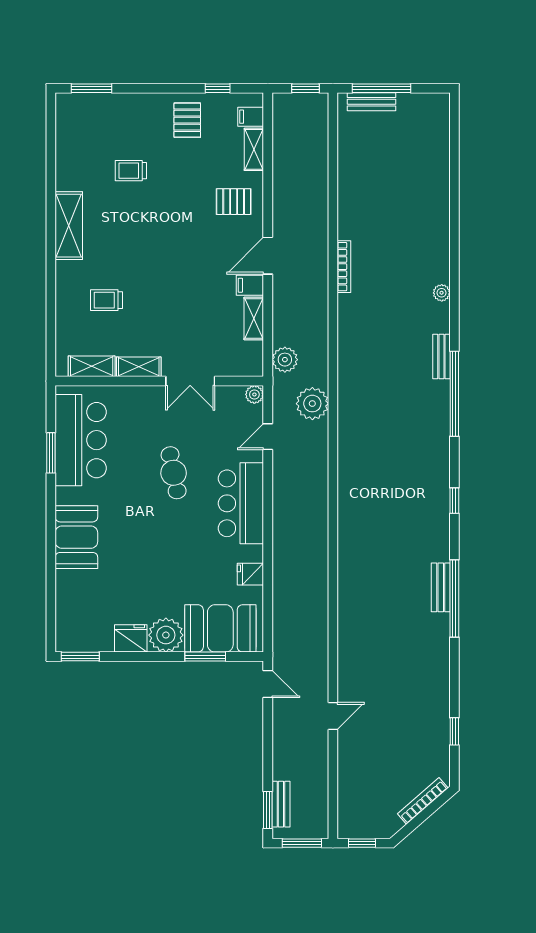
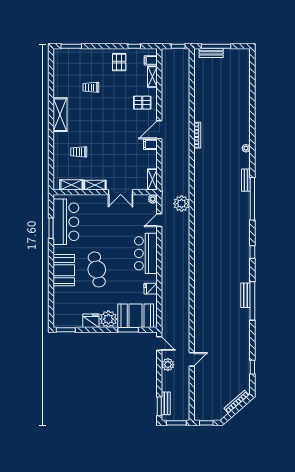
shelving: (254, 319) -> (152, 179), moved
plant: (285, 360) -> (168, 365), moved
cafe table: (174, 473) -> (97, 269), moved, width x1.37, depth x1.35

